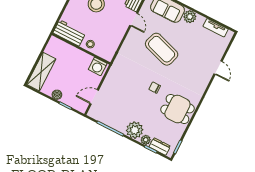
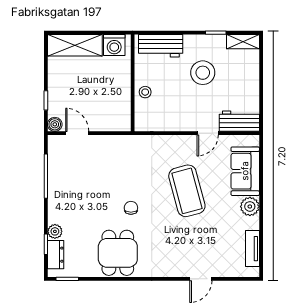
workbench: (69, 33) -> (161, 46), moved, turned 90
coffee table: (162, 49) -> (187, 191), turned -33
washing machine: (98, 66) -> (114, 45), moved, turned -90
boiler: (57, 95) -> (55, 124), moved
plant: (135, 130) -> (60, 210), removed

